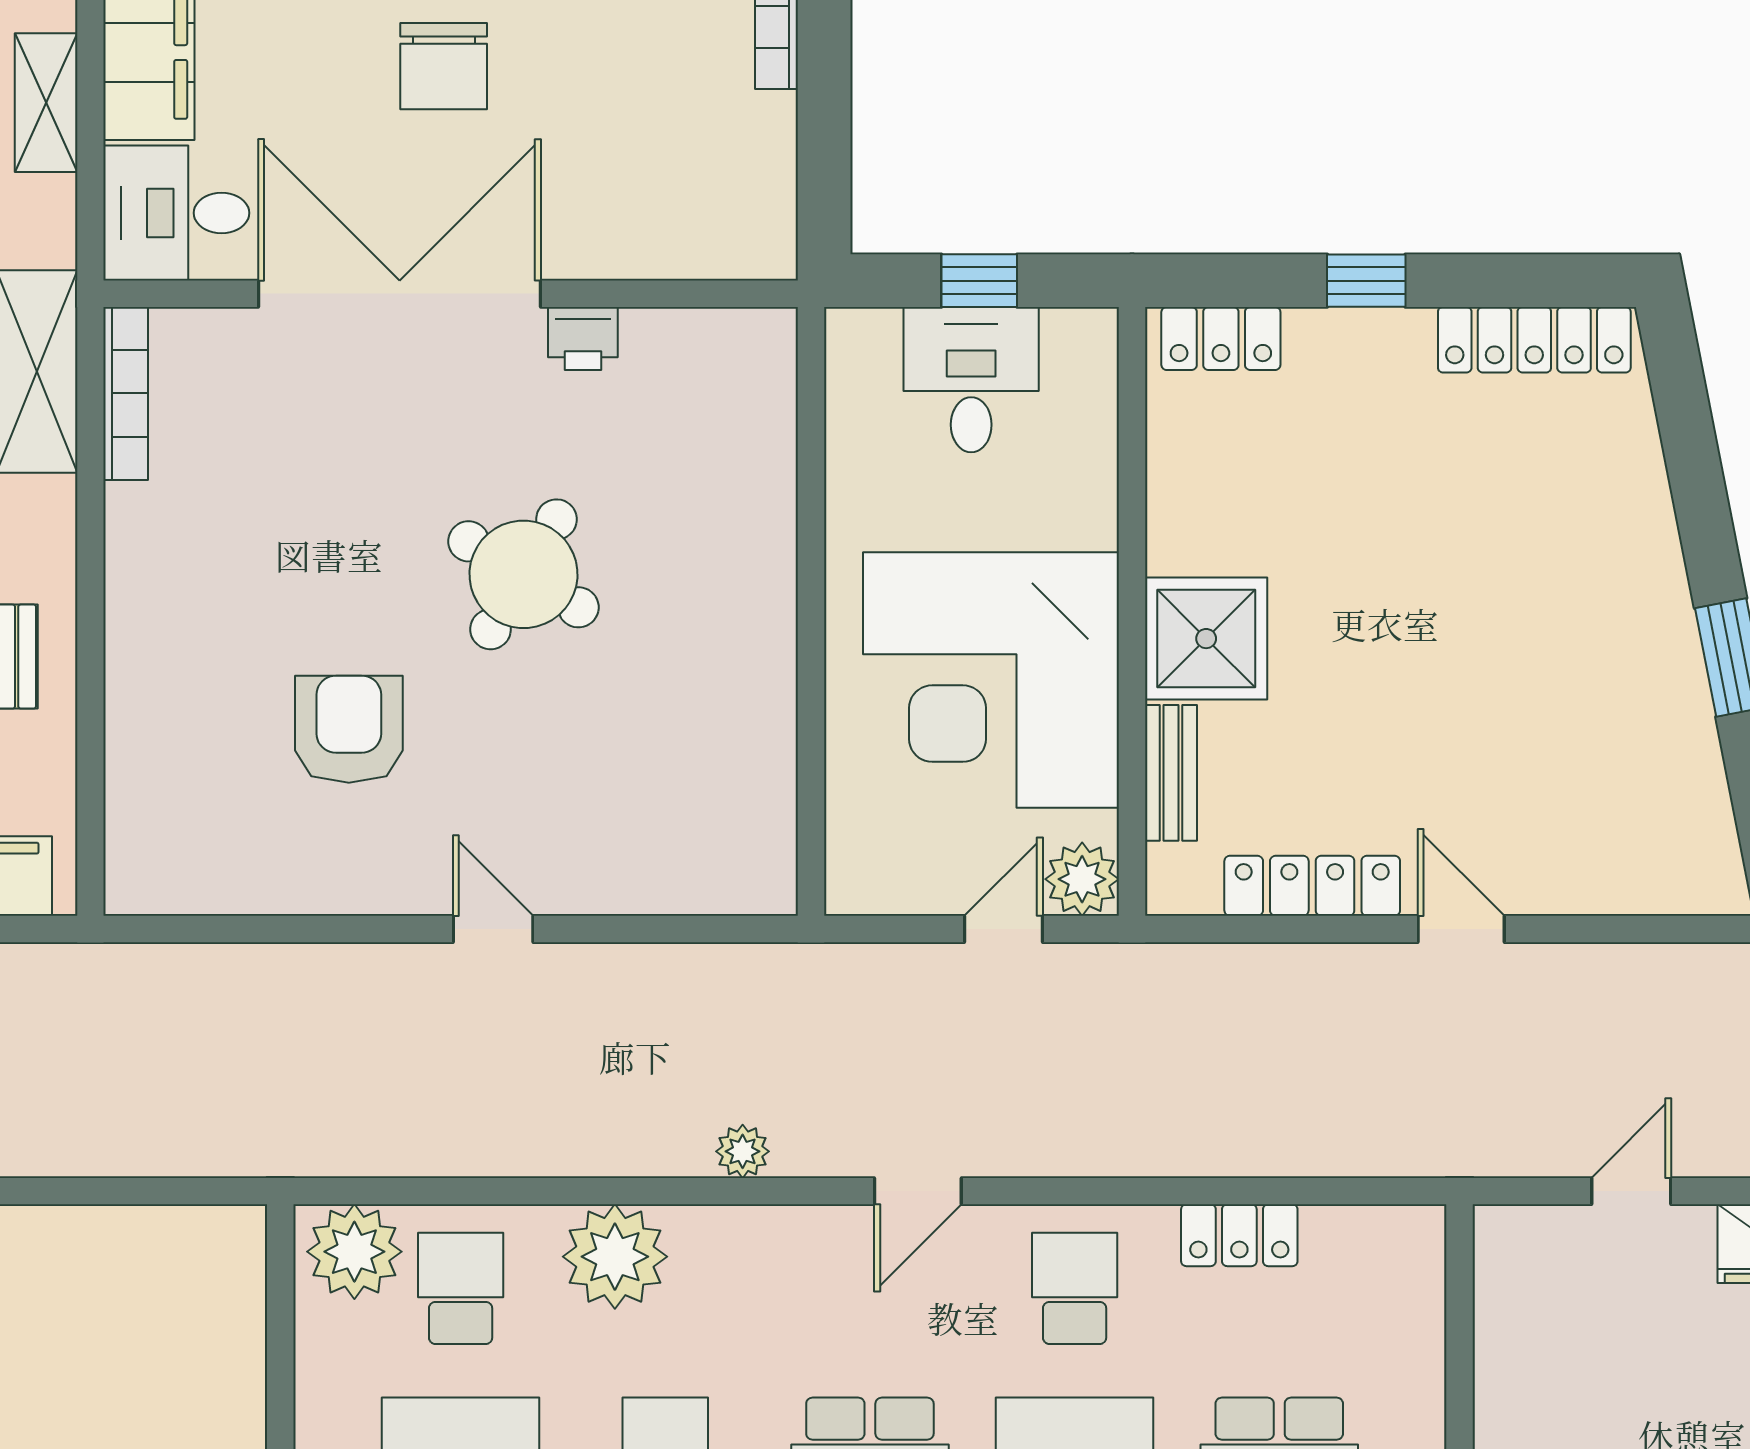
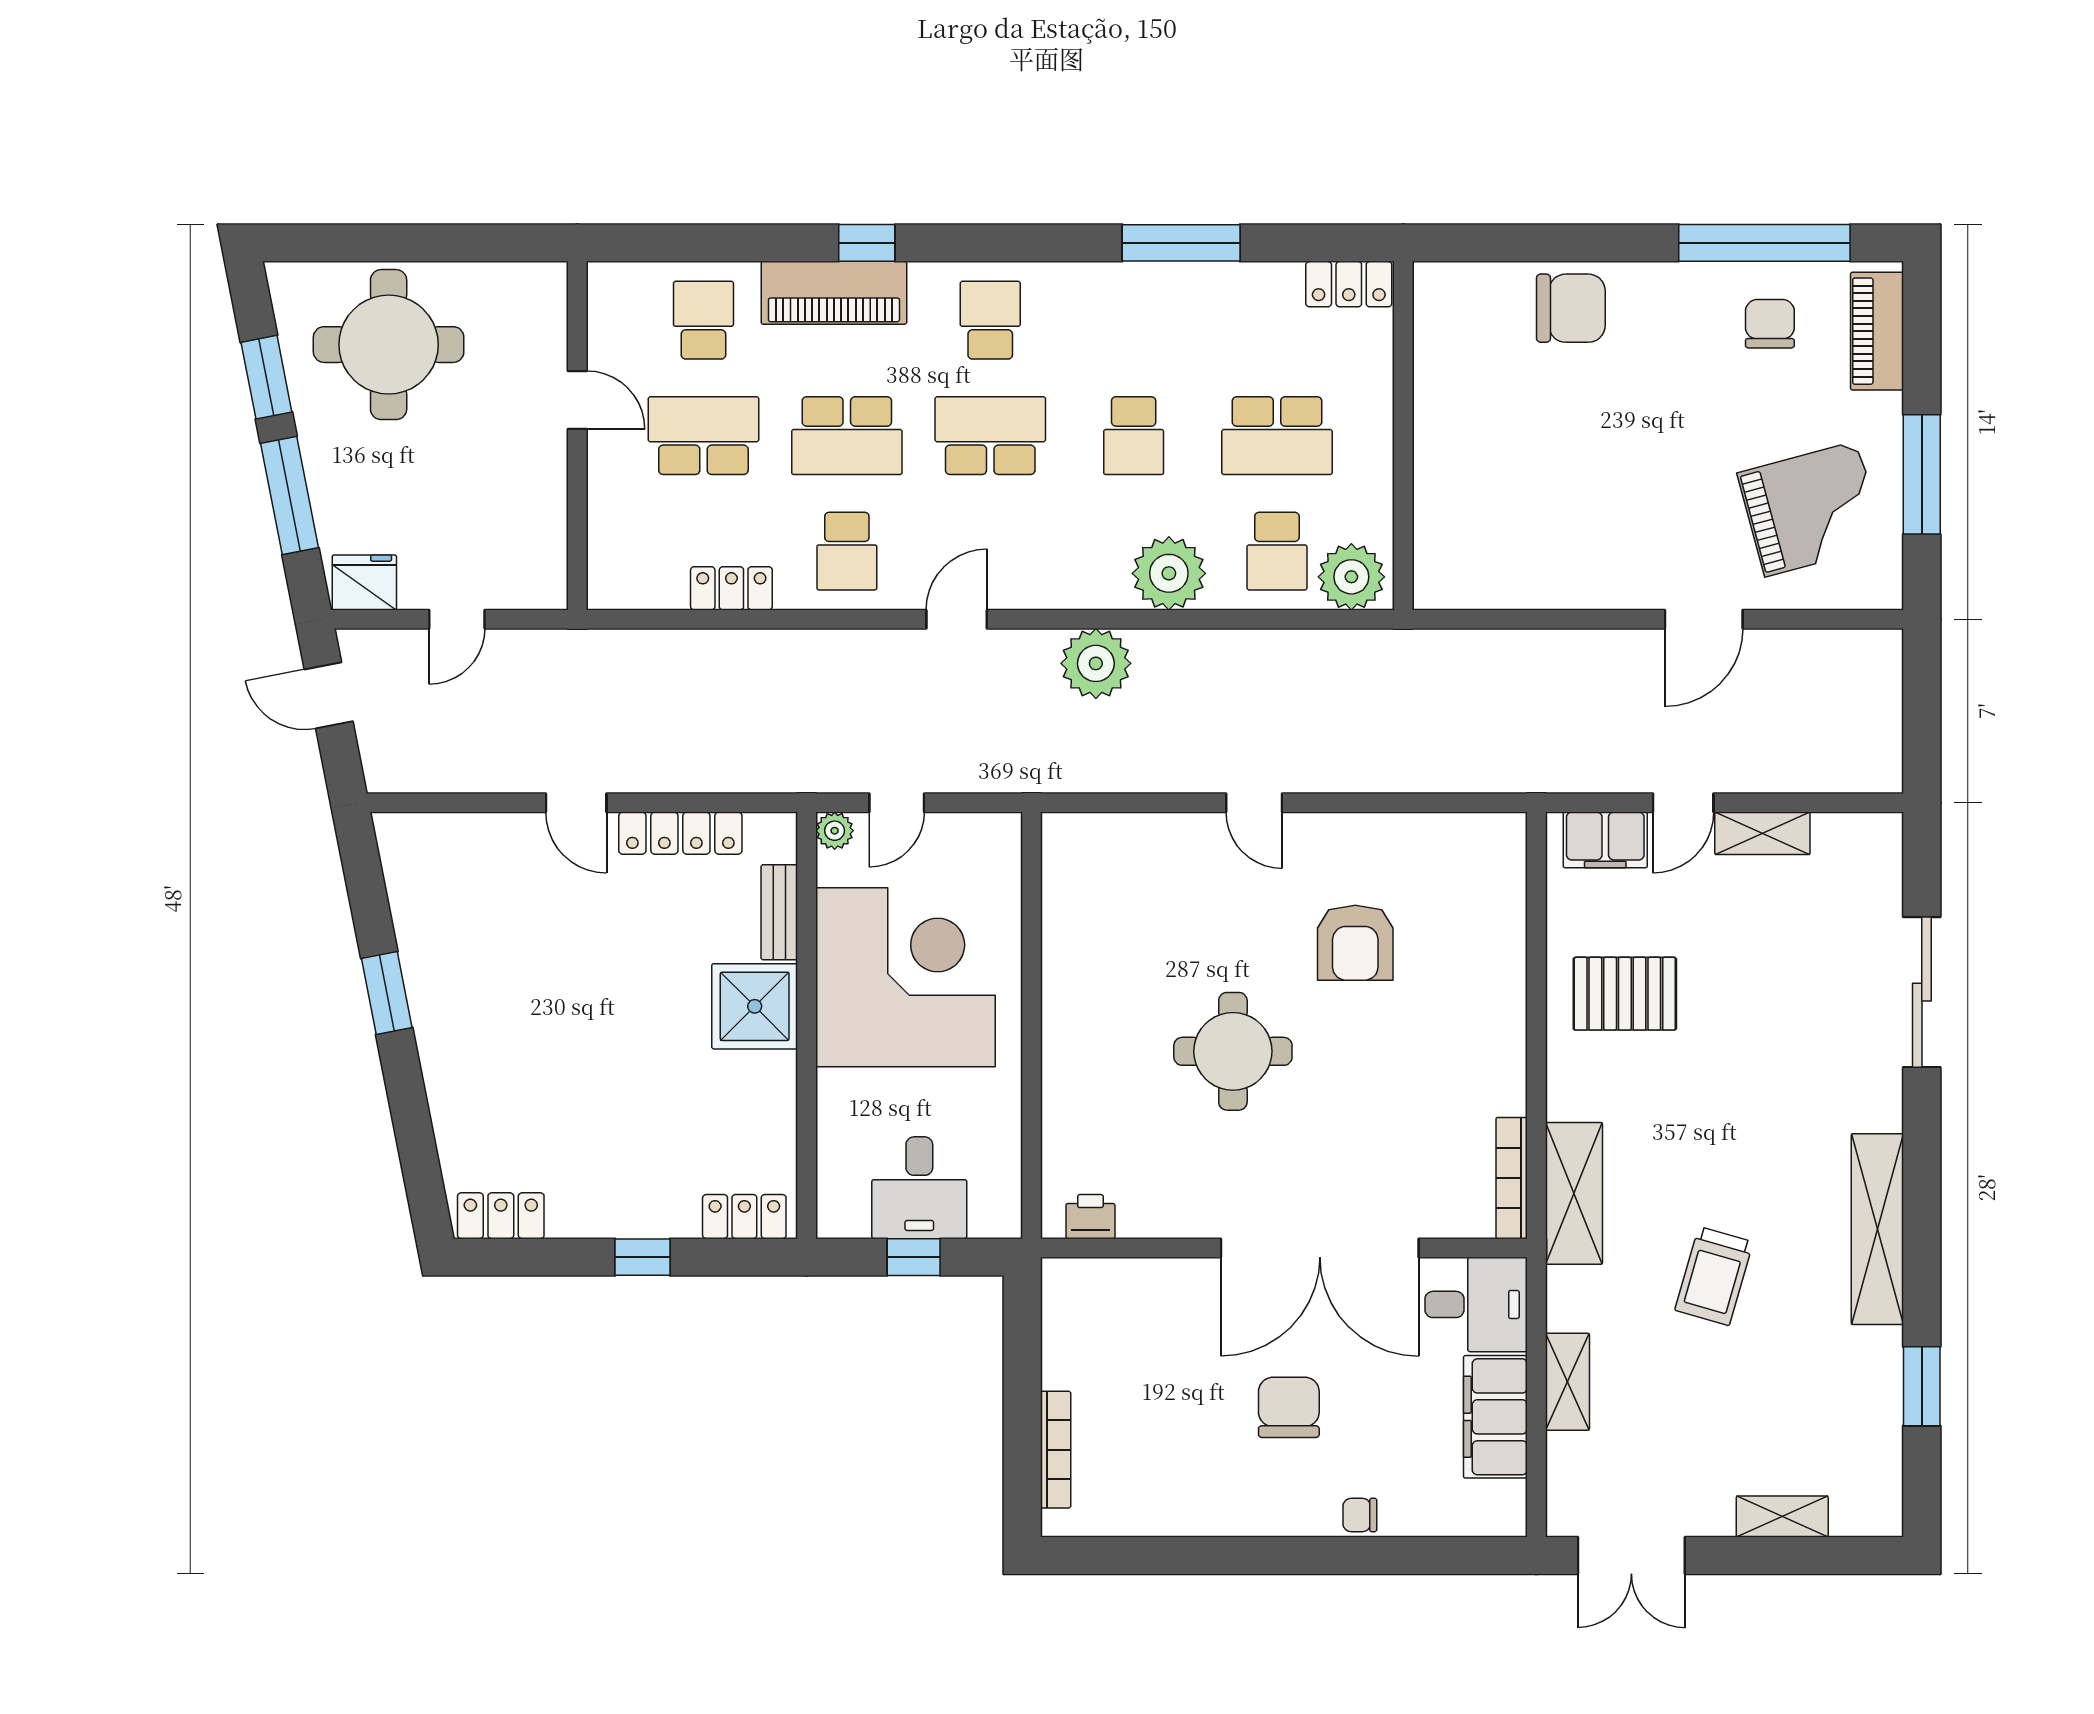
printer: (583, 338) -> (1090, 1217), moved
locker: (1534, 340) -> (501, 1216), width x0.66
round table: (523, 574) -> (1233, 1051), turned -31
plant: (1082, 879) -> (835, 831), width x0.73, depth x0.73
plant: (743, 1151) -> (1096, 663), width x1.87, depth x1.87

